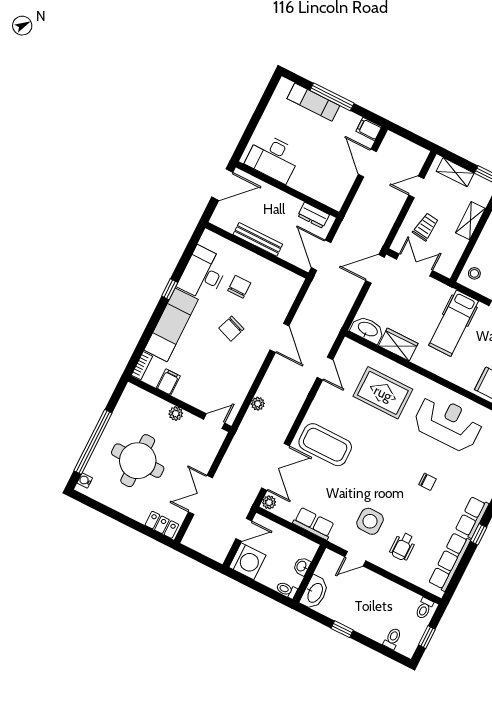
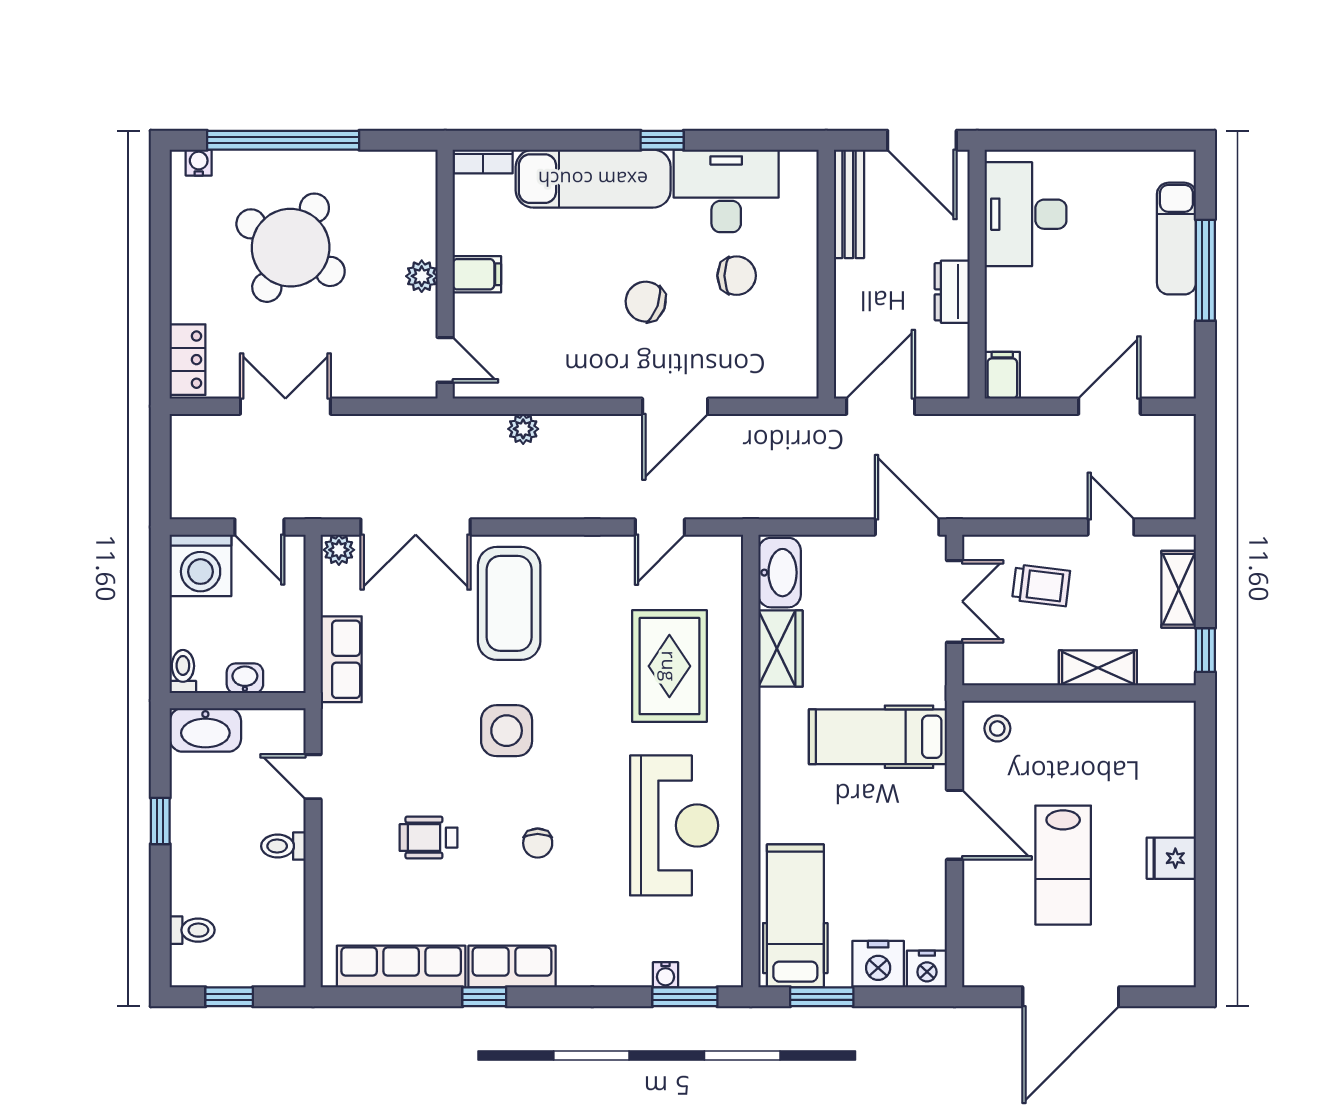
filing cabinet: (369, 129) -> (1002, 375), moved
dresser: (313, 215) -> (952, 292), moved
bench: (258, 239) -> (849, 204), moved
filing cabinet: (168, 382) -> (477, 274), moved
round table: (138, 461) -> (291, 248), turned 31
side table: (370, 521) -> (507, 731), moved
wheelchair: (403, 546) -> (429, 838), moved
toilet: (424, 608) -> (283, 846), moved

